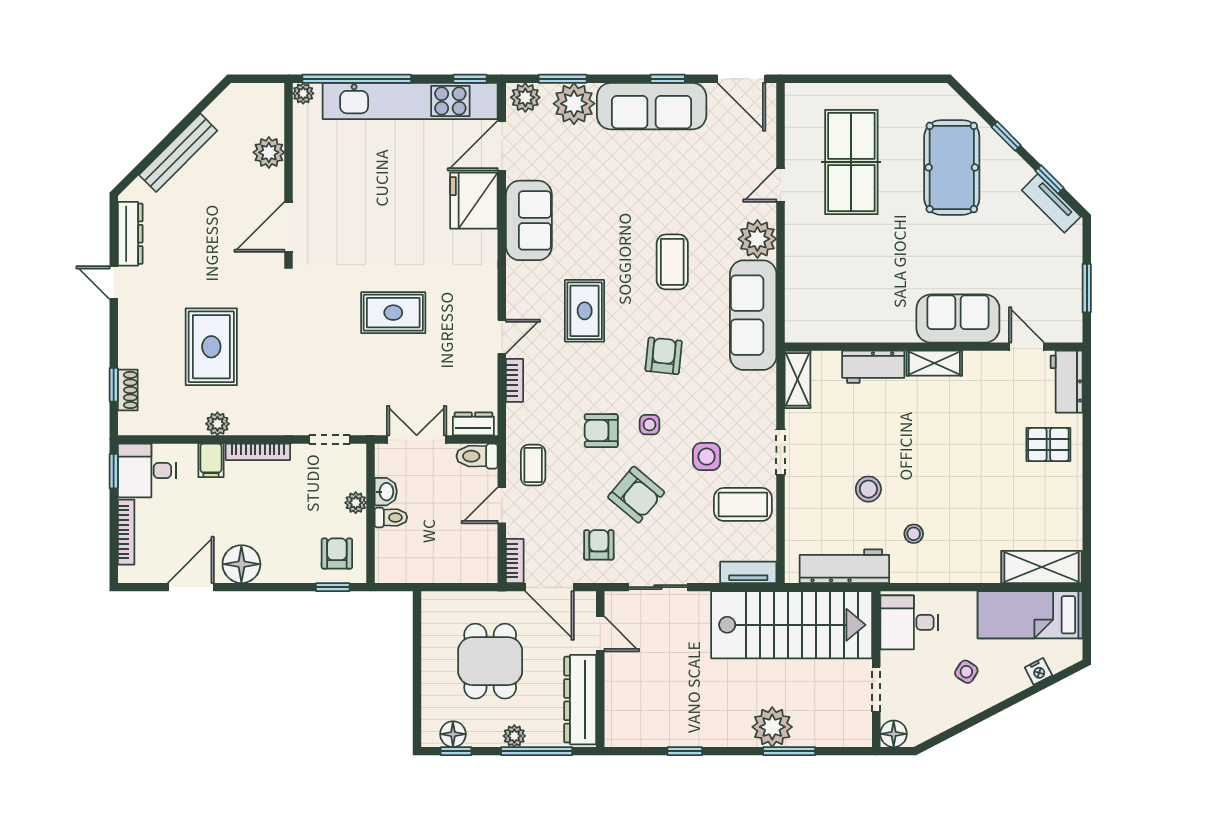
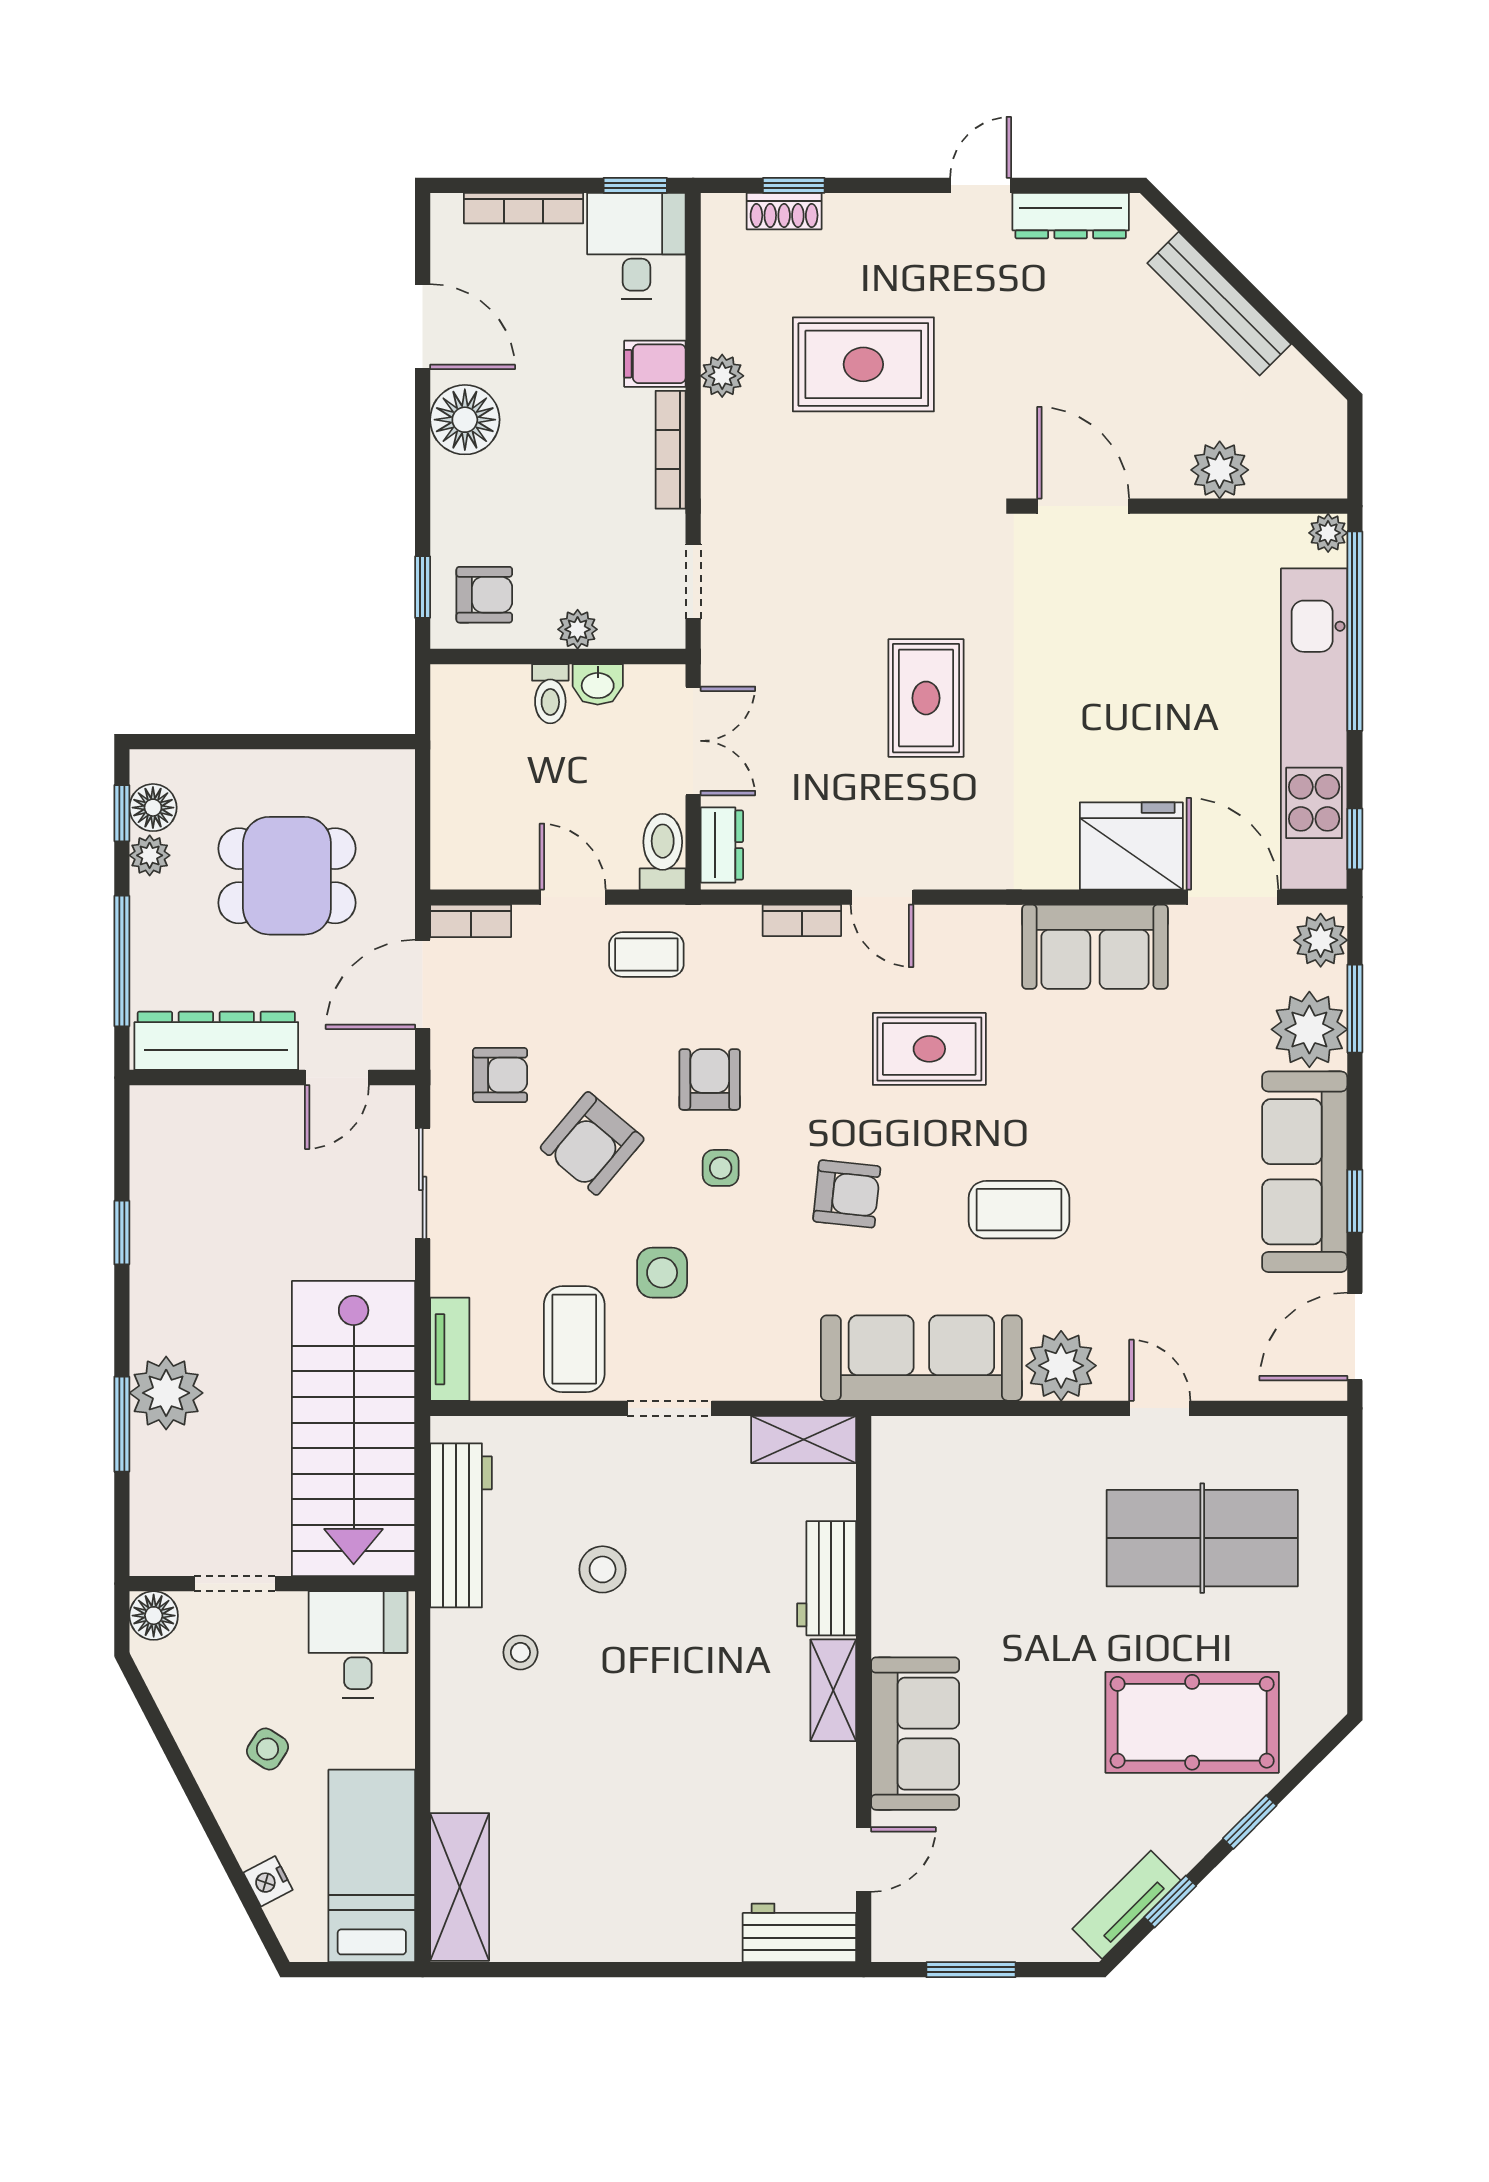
pallet: (1048, 444) -> (684, 1899), removed
plant: (514, 736) -> (150, 855), moved

